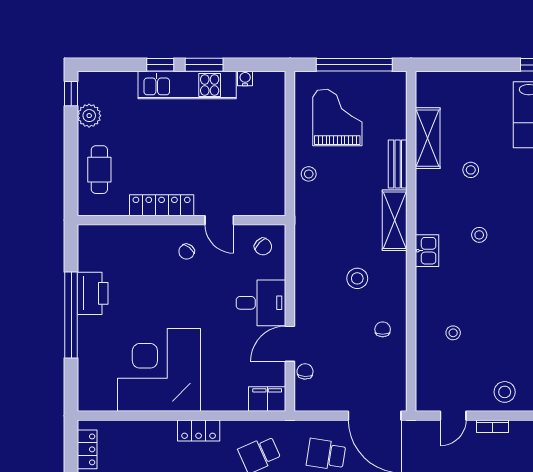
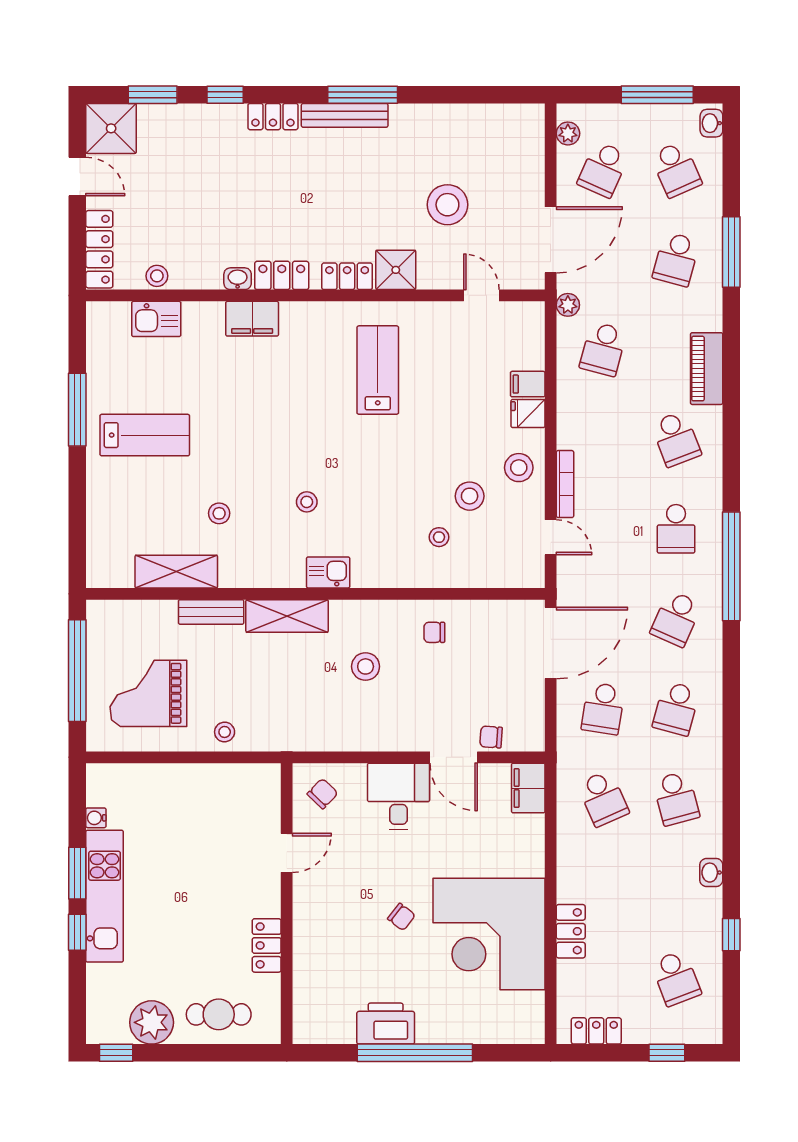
plant: (89, 116) -> (152, 1022), width x1.36, depth x1.36
locker: (162, 205) -> (267, 945), width x0.66
chair: (187, 252) -> (401, 917), moved
stool: (484, 355) -> (470, 496), added
bookcase: (492, 426) -> (565, 484), width x1.56
locker: (199, 430) -> (571, 931), moved

